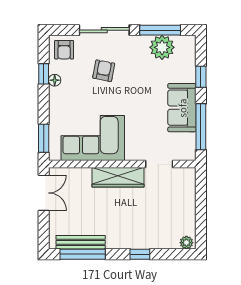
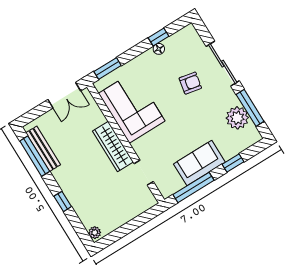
armchair: (64, 50) -> (188, 41), removed

